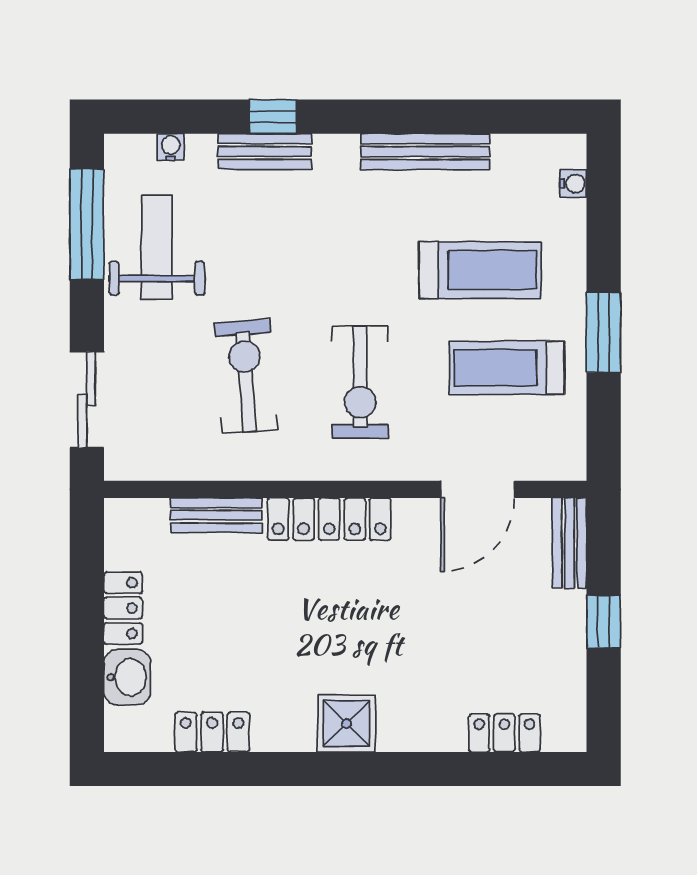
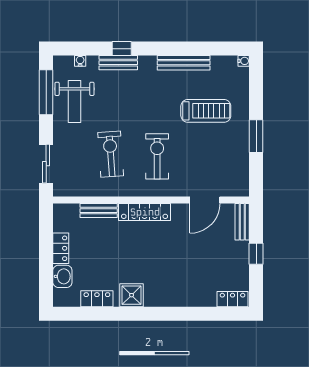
water cooler: (573, 184) -> (244, 61), moved
weight bench: (157, 247) -> (74, 102), turned 180
treadmill: (507, 368) -> (217, 151), removed
exercise bike: (360, 382) -> (157, 156), turned 180
shower: (347, 723) -> (132, 295), moved
locker: (504, 733) -> (232, 299), moved

